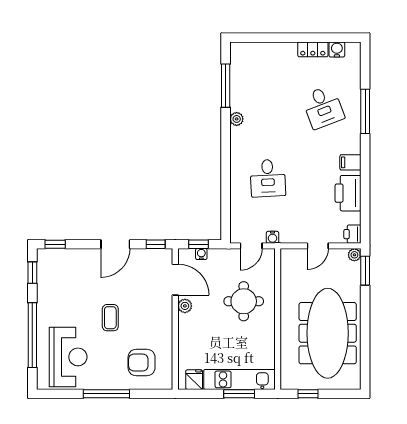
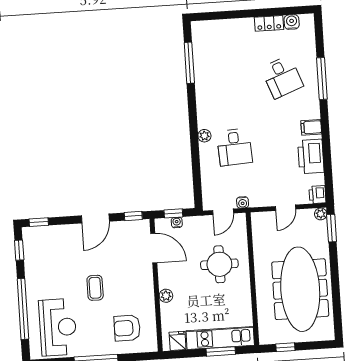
plant: (237, 119) -> (204, 136), moved
plant: (185, 306) -> (166, 296), moved

